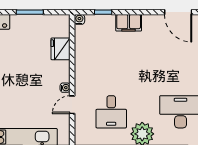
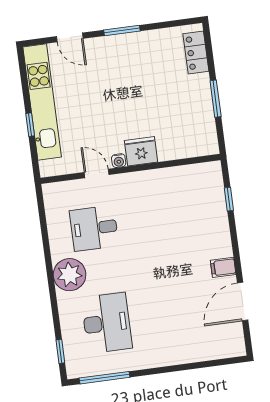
water cooler: (79, 19) -> (215, 168), removed
filing cabinet: (129, 23) -> (223, 267), moved, width x0.50
fridge: (60, 49) -> (141, 151), moved

